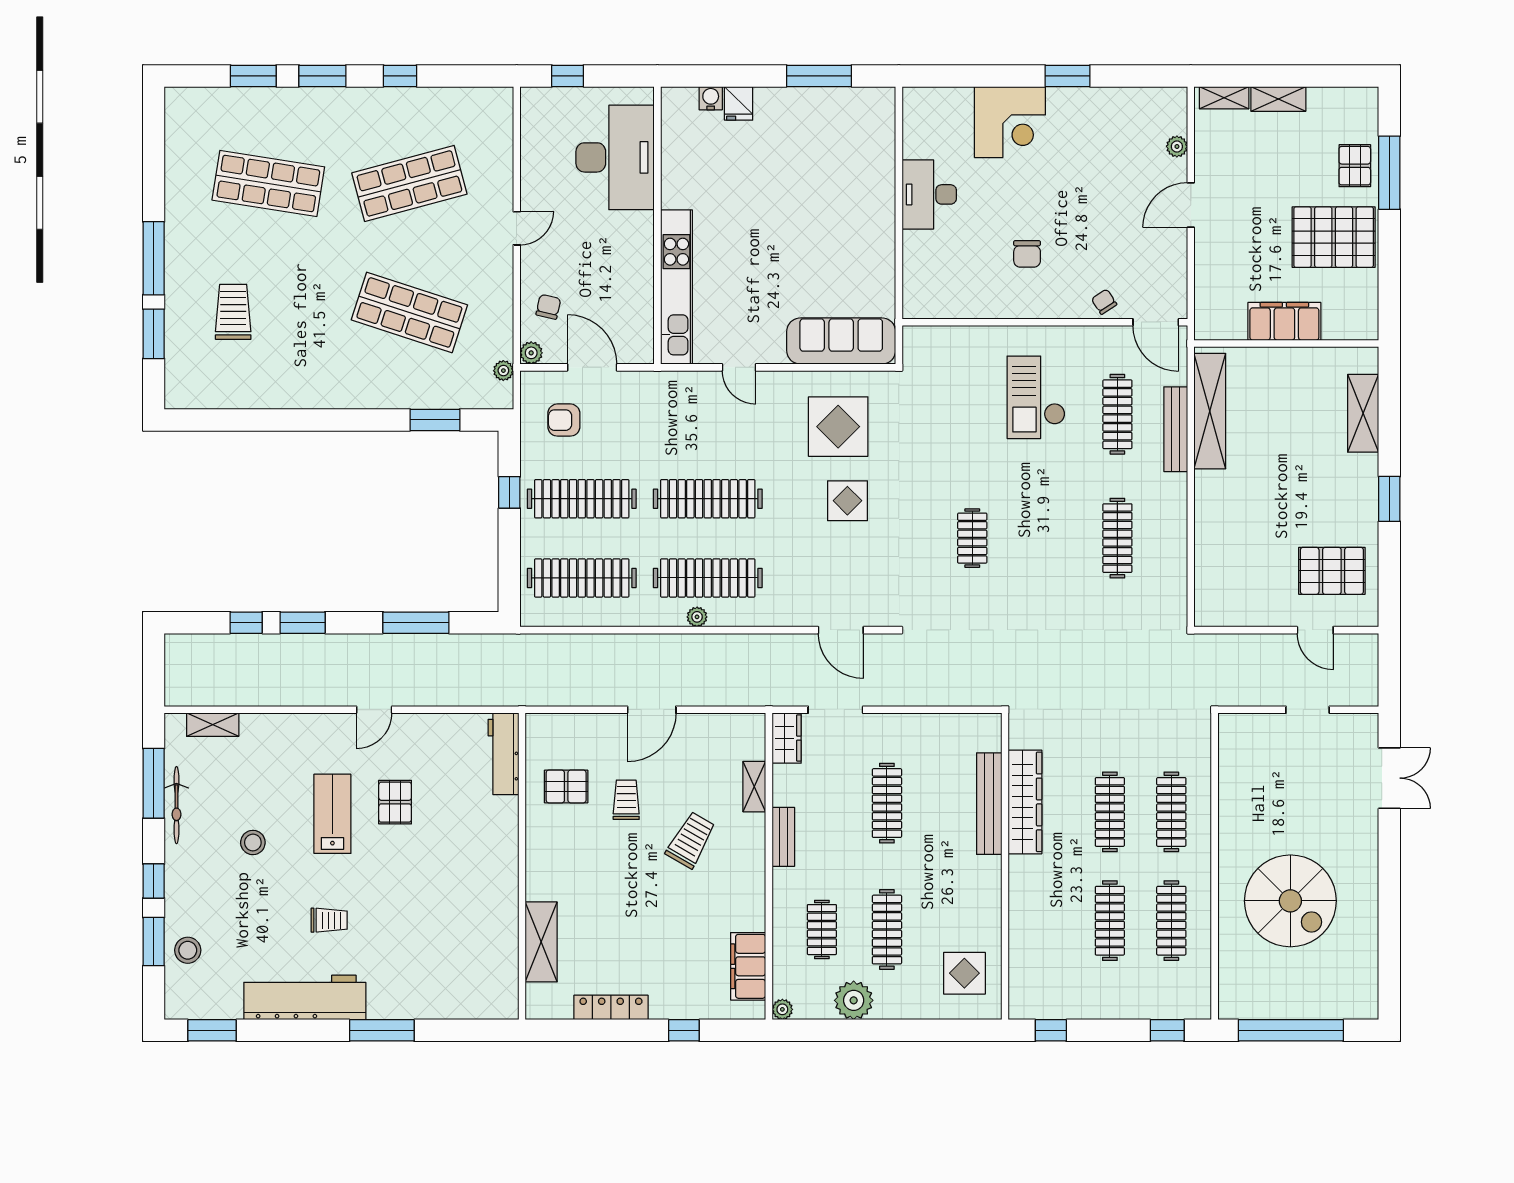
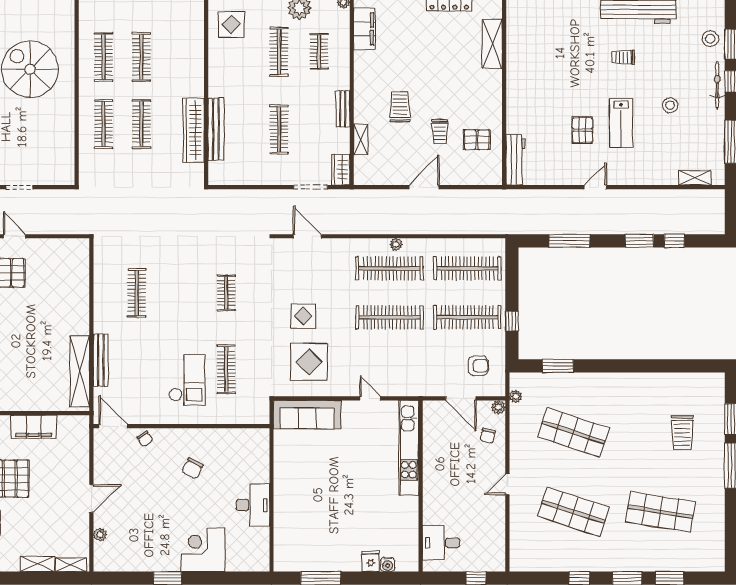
desk: (615, 157) -> (441, 543), width x0.53, depth x0.77
shop shelf: (409, 183) -> (574, 512), turned 33
chair: (1027, 254) -> (192, 468), turned -153
clothes rail: (1117, 414) -> (226, 369), moved
bicycle: (176, 805) -> (717, 85), moved
trolley: (691, 840) -> (400, 107), turned 150

